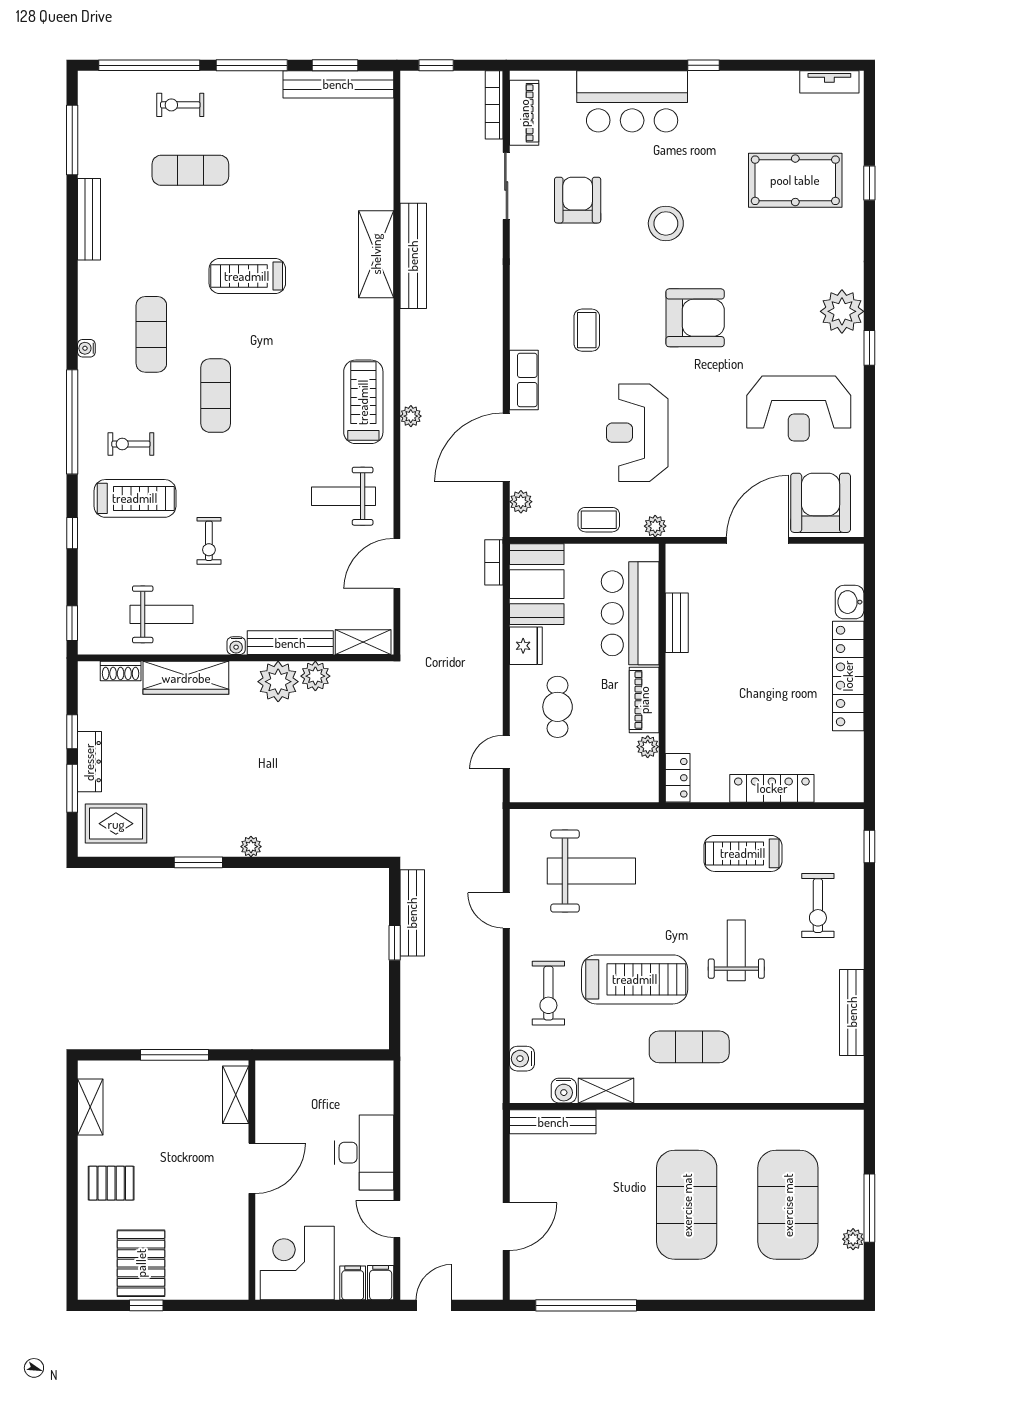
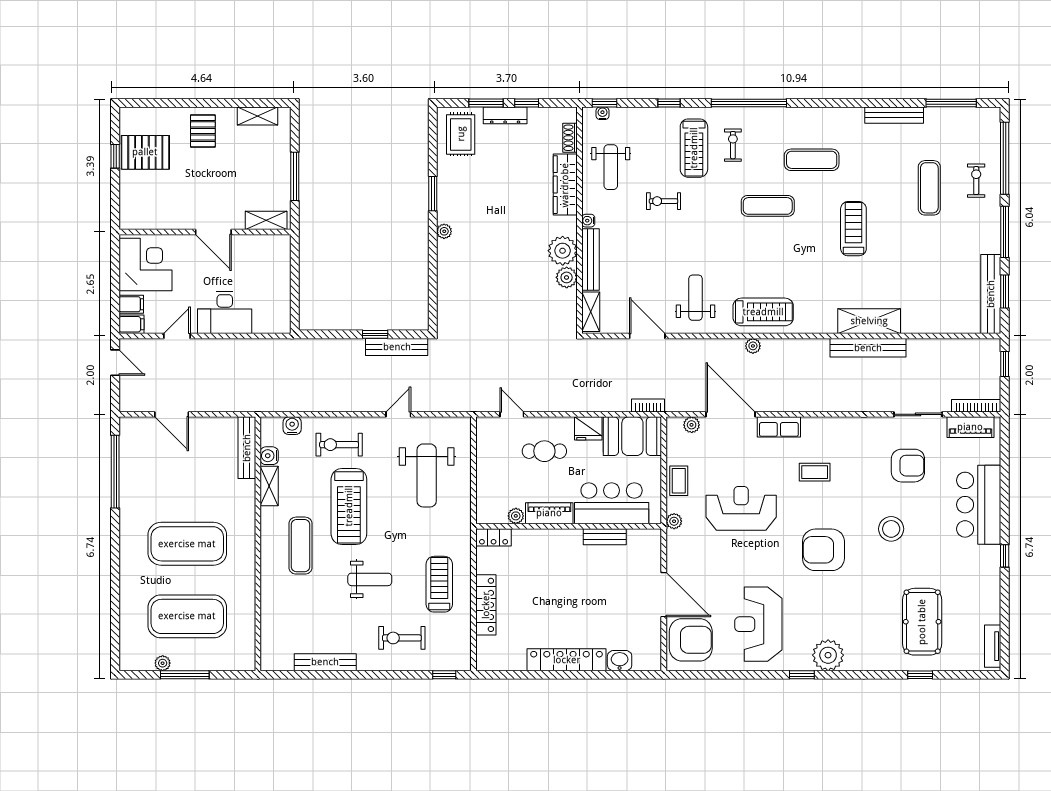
armchair: (695, 318) -> (823, 550), turned 90
water cooler: (86, 348) -> (602, 113), moved

